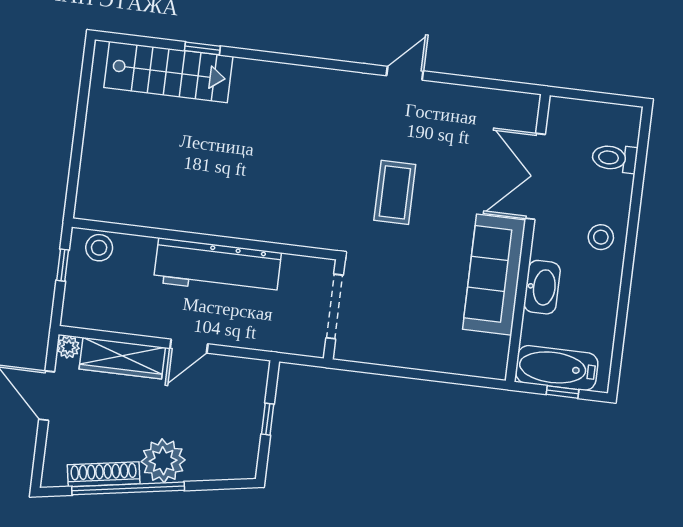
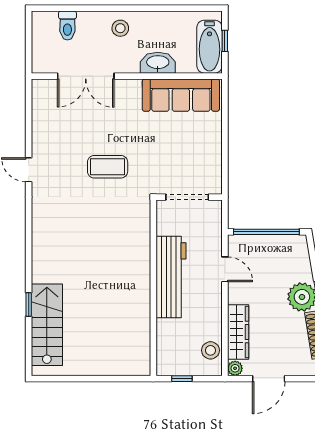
stool: (99, 248) -> (210, 350), moved
sofa: (494, 275) -> (181, 95), moved
door: (189, 346) -> (225, 269), moved
window: (268, 419) -> (266, 232), width x3.17

